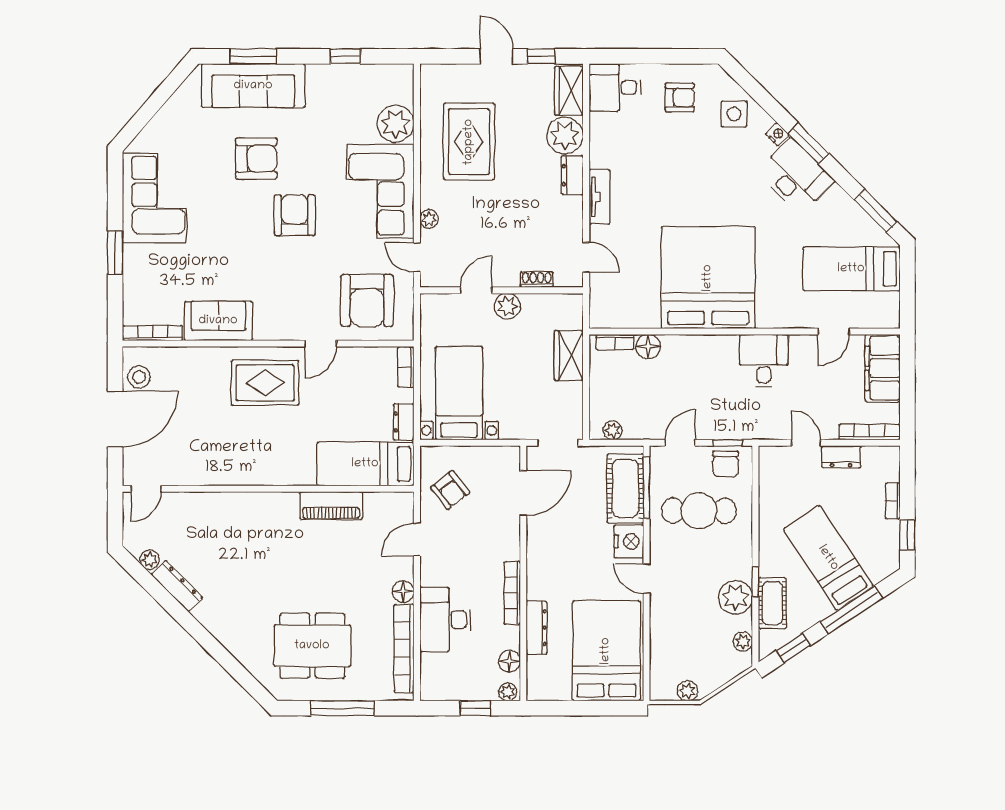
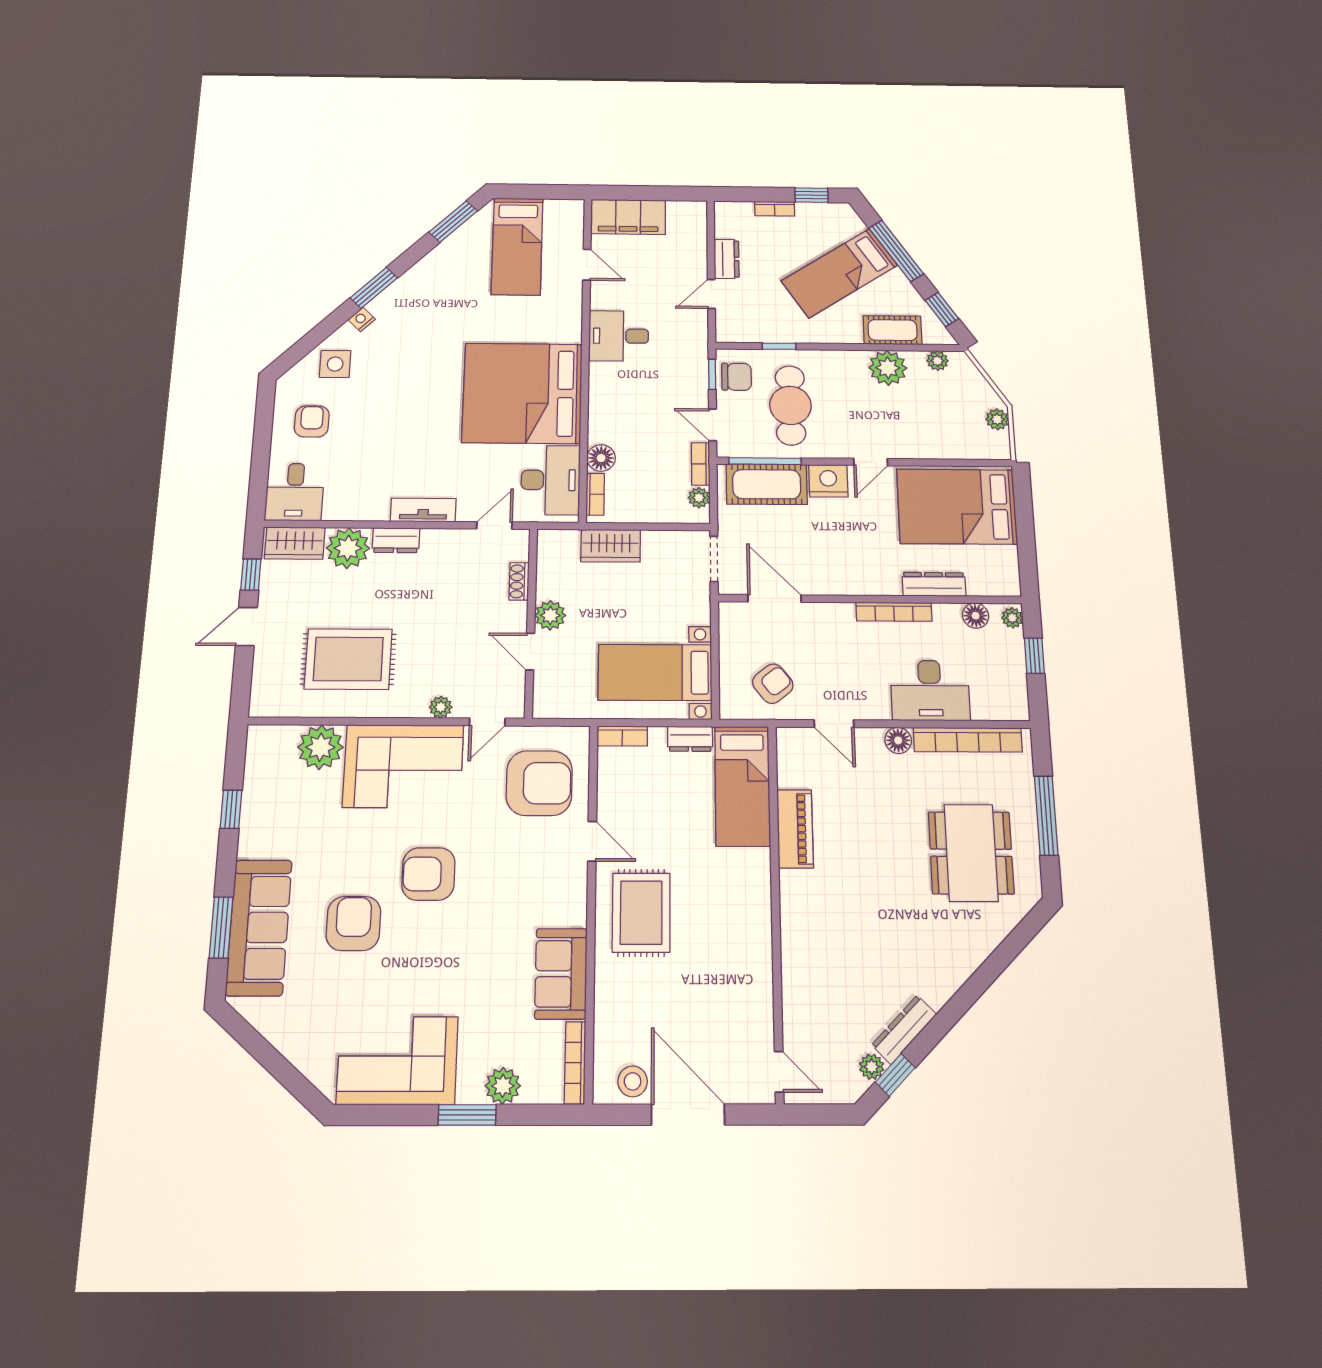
desk: (796, 176) -> (551, 480), moved, turned 135
plant: (136, 279) -> (503, 1086), added
bookcase: (869, 432) -> (701, 464), moved, width x0.64
window: (144, 578) -> (895, 1075), added
window: (755, 582) -> (779, 346), moved

